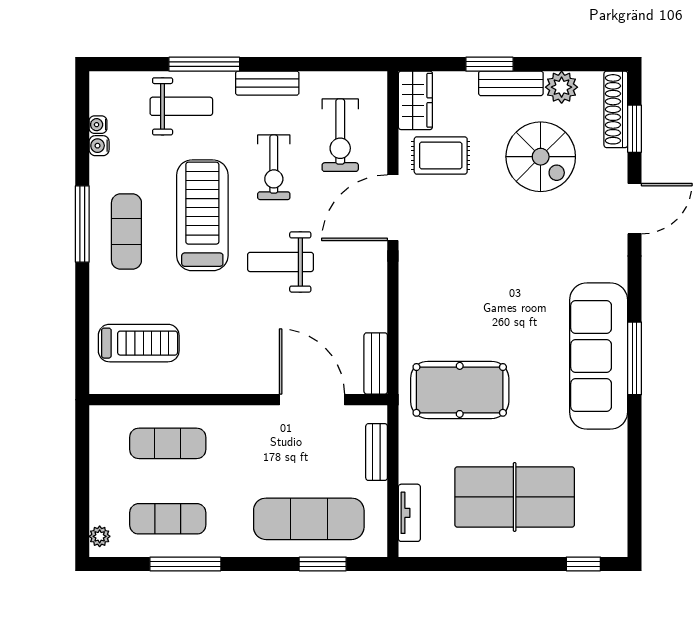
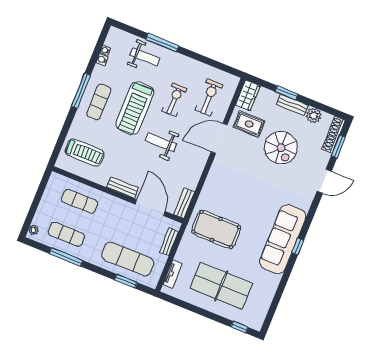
bench: (267, 83) -> (122, 188), moved
exercise bike: (340, 135) -> (209, 97), turned 180
spiral stairs: (541, 157) -> (281, 148), moved
exercise bike: (274, 167) -> (174, 100), turned 180
treadmill: (202, 215) -> (135, 108), turned 180
window: (635, 358) -> (298, 247), width x0.46

